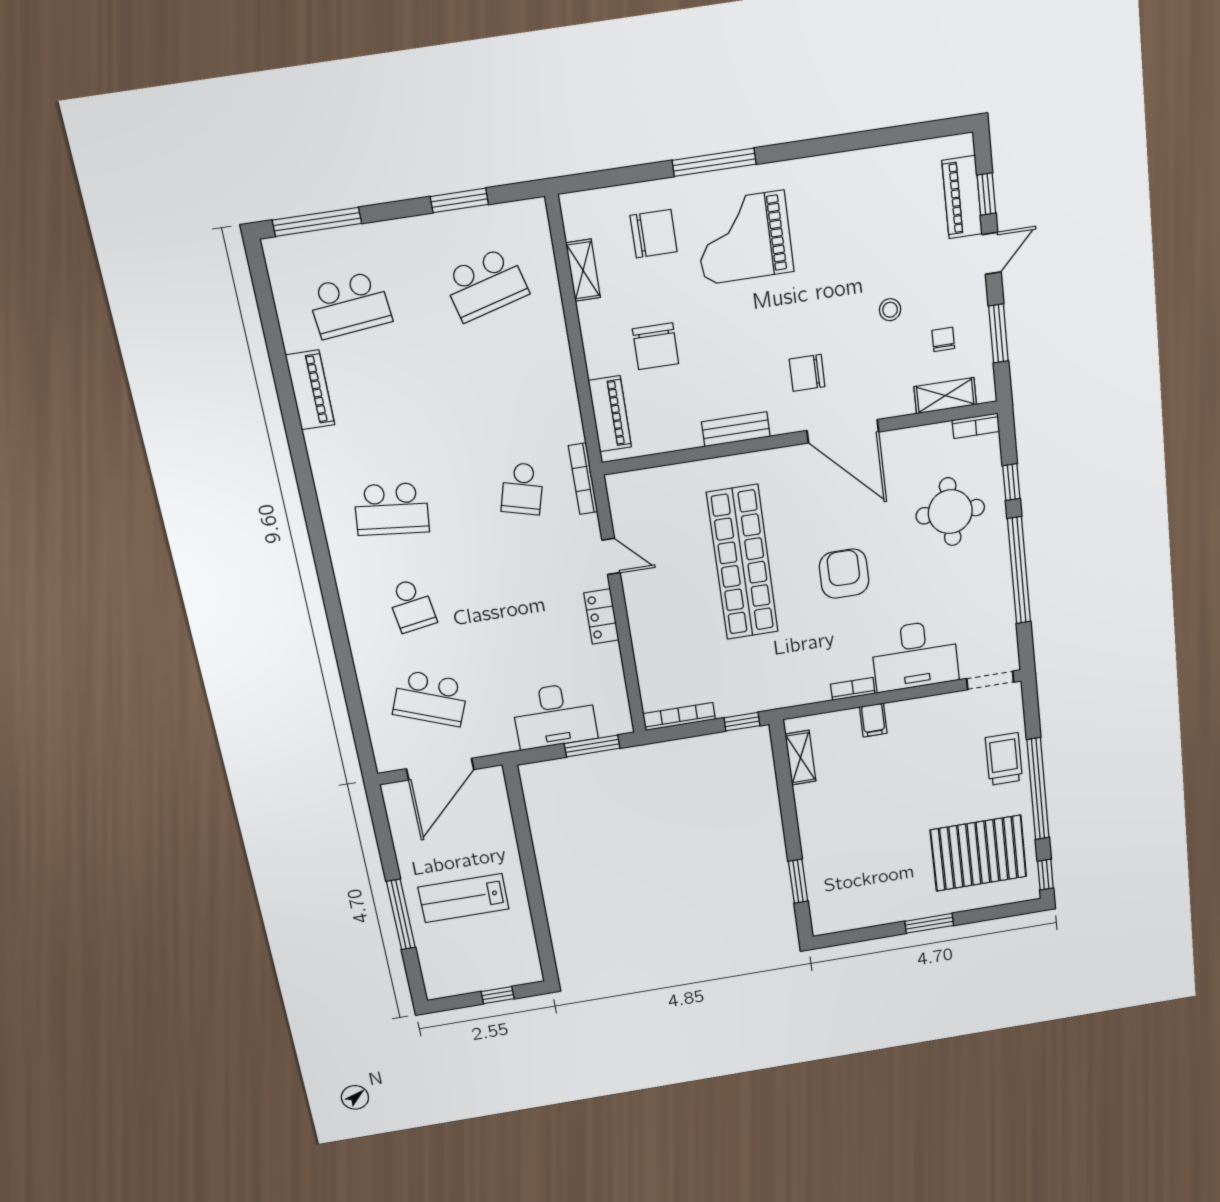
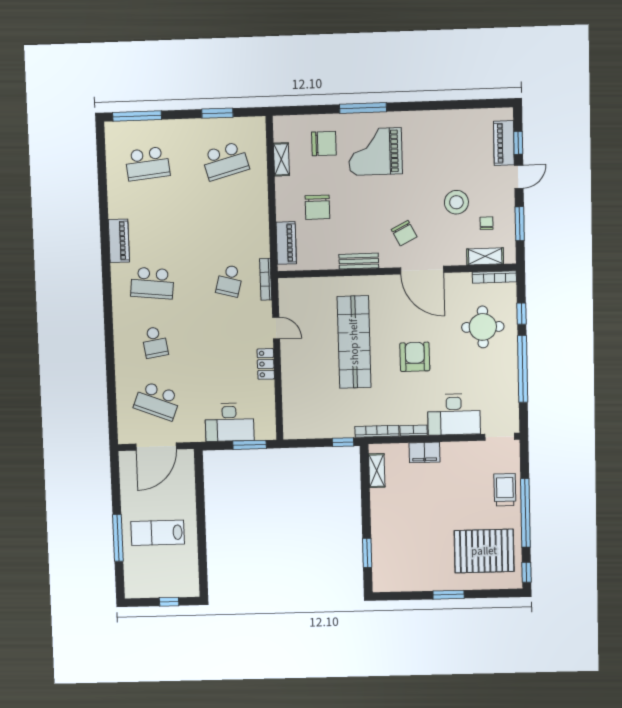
stool: (890, 310) -> (456, 202), width x1.89, depth x1.89
chair: (807, 373) -> (404, 233), turned -117
piano: (310, 390) -> (119, 241), moved
bookcase: (976, 426) -> (494, 277), width x1.56
bookcase: (679, 717) -> (377, 431), moved
filing cabinet: (873, 720) -> (424, 452), width x2.00

